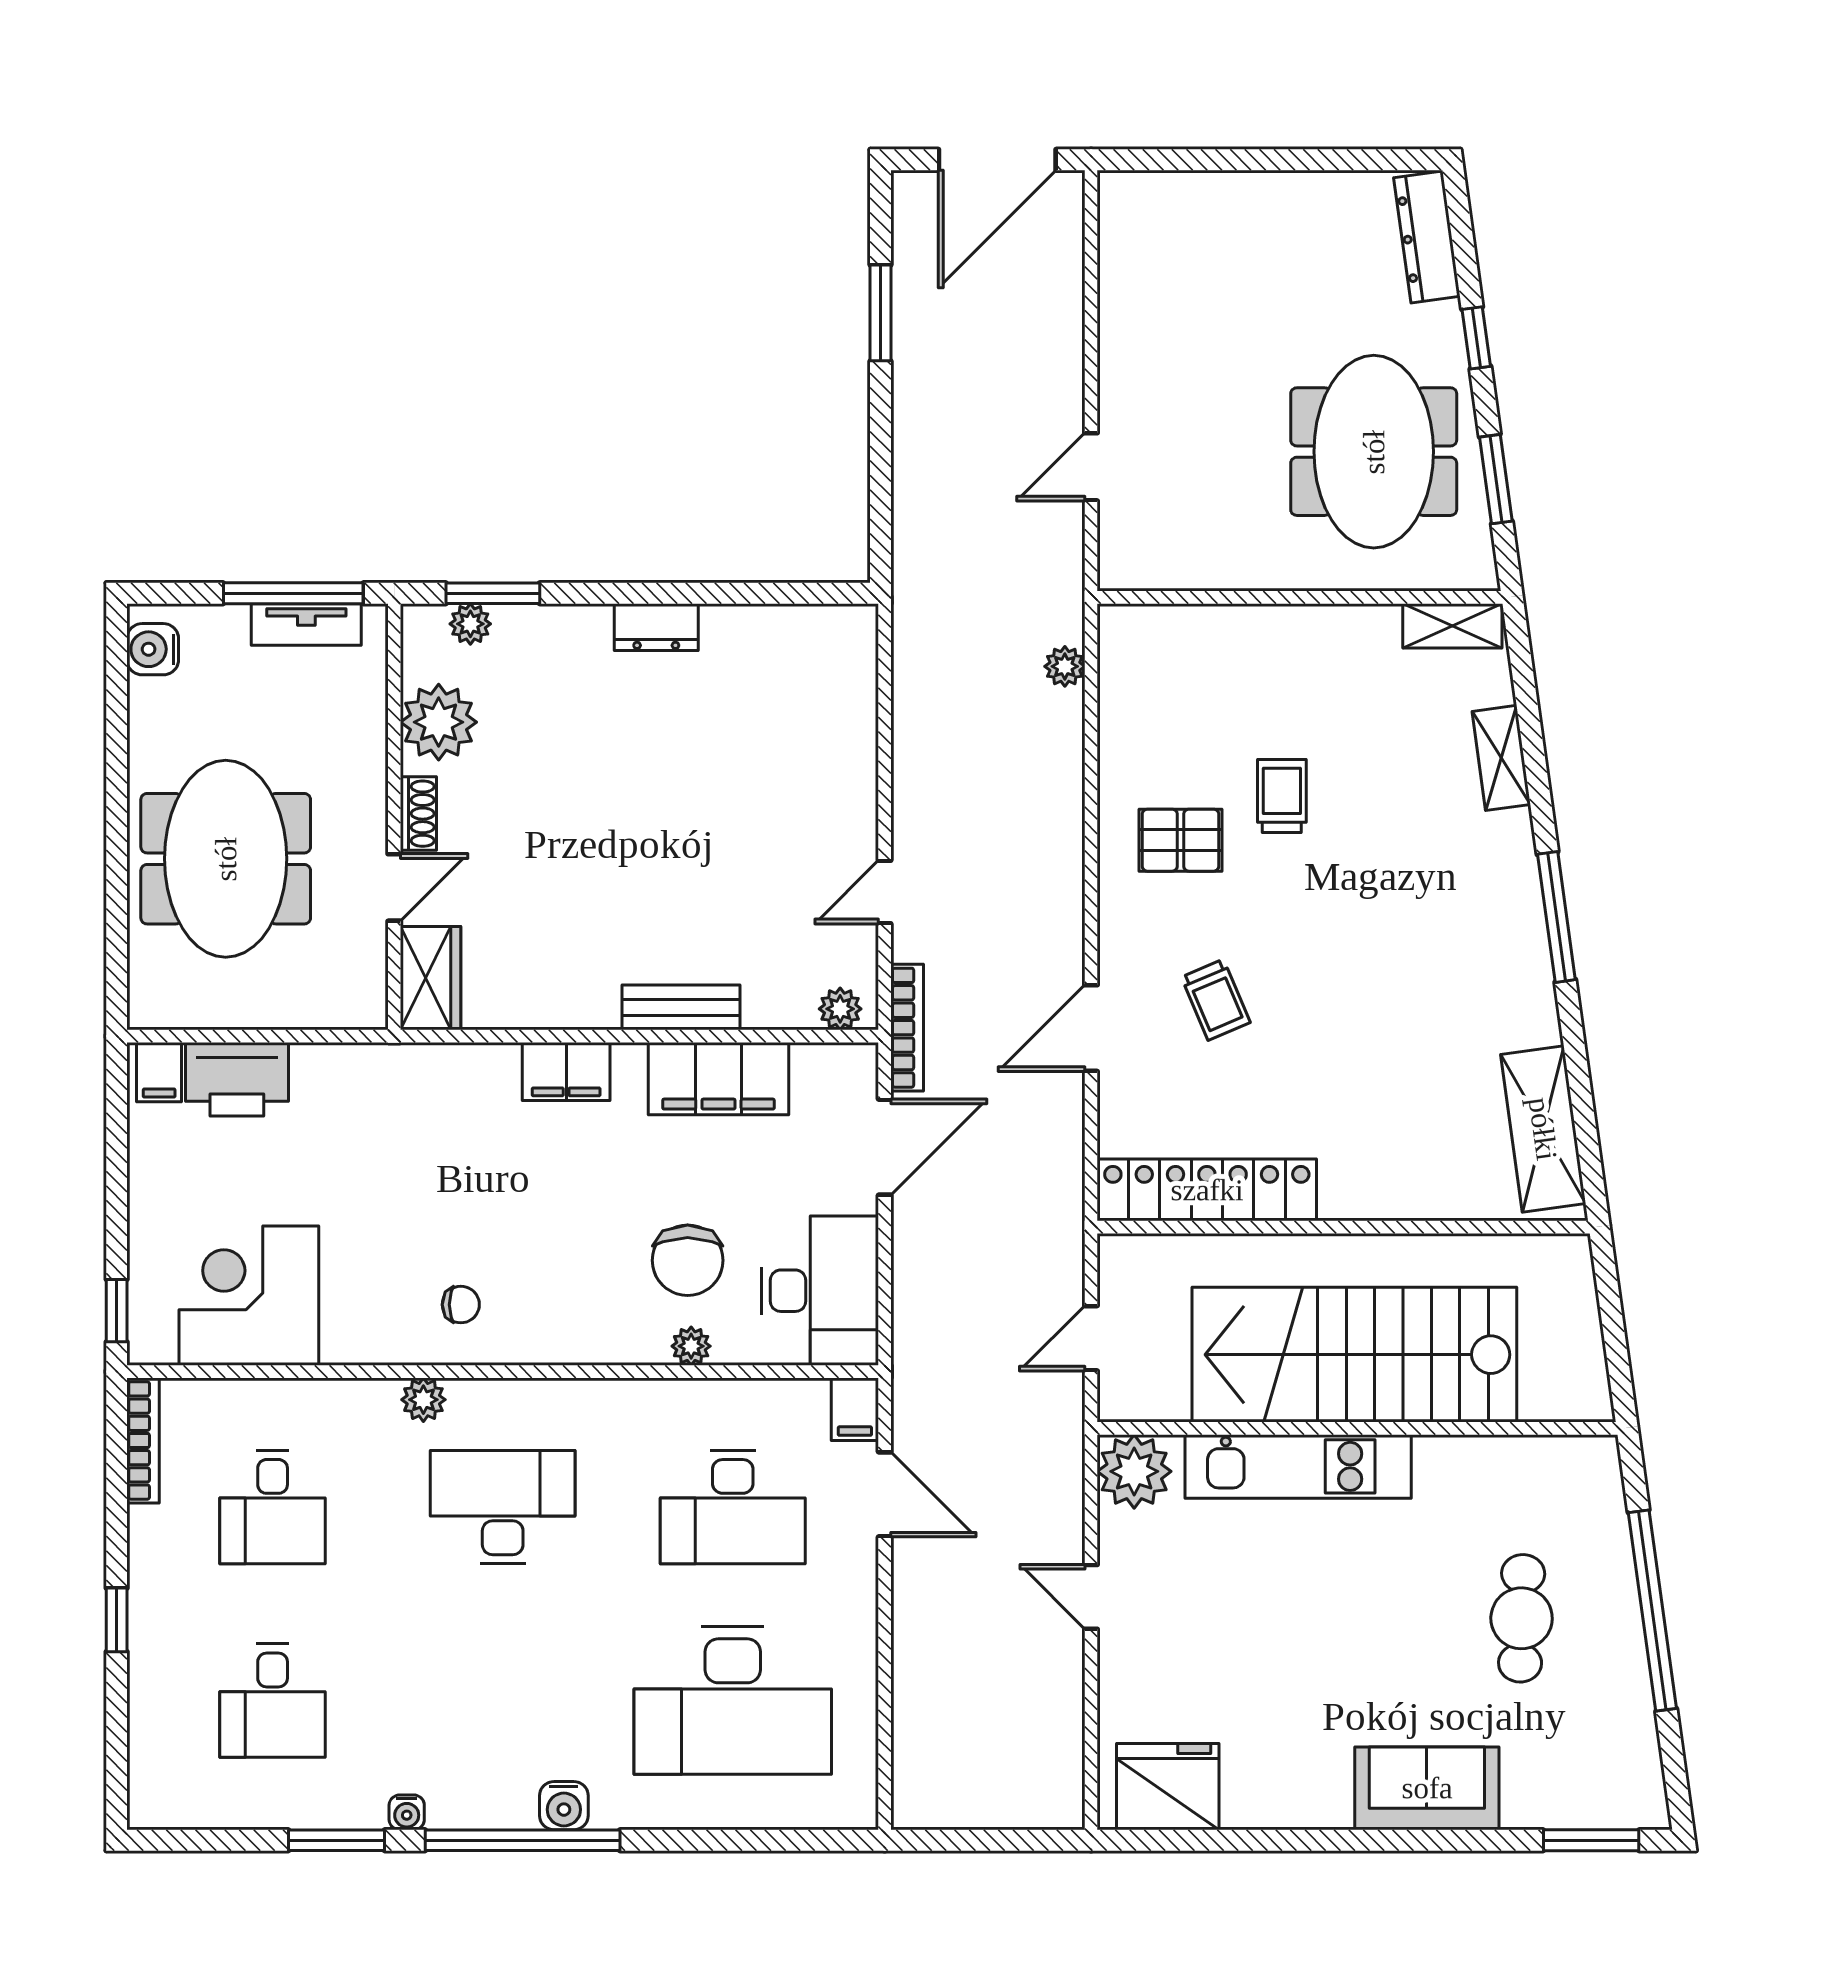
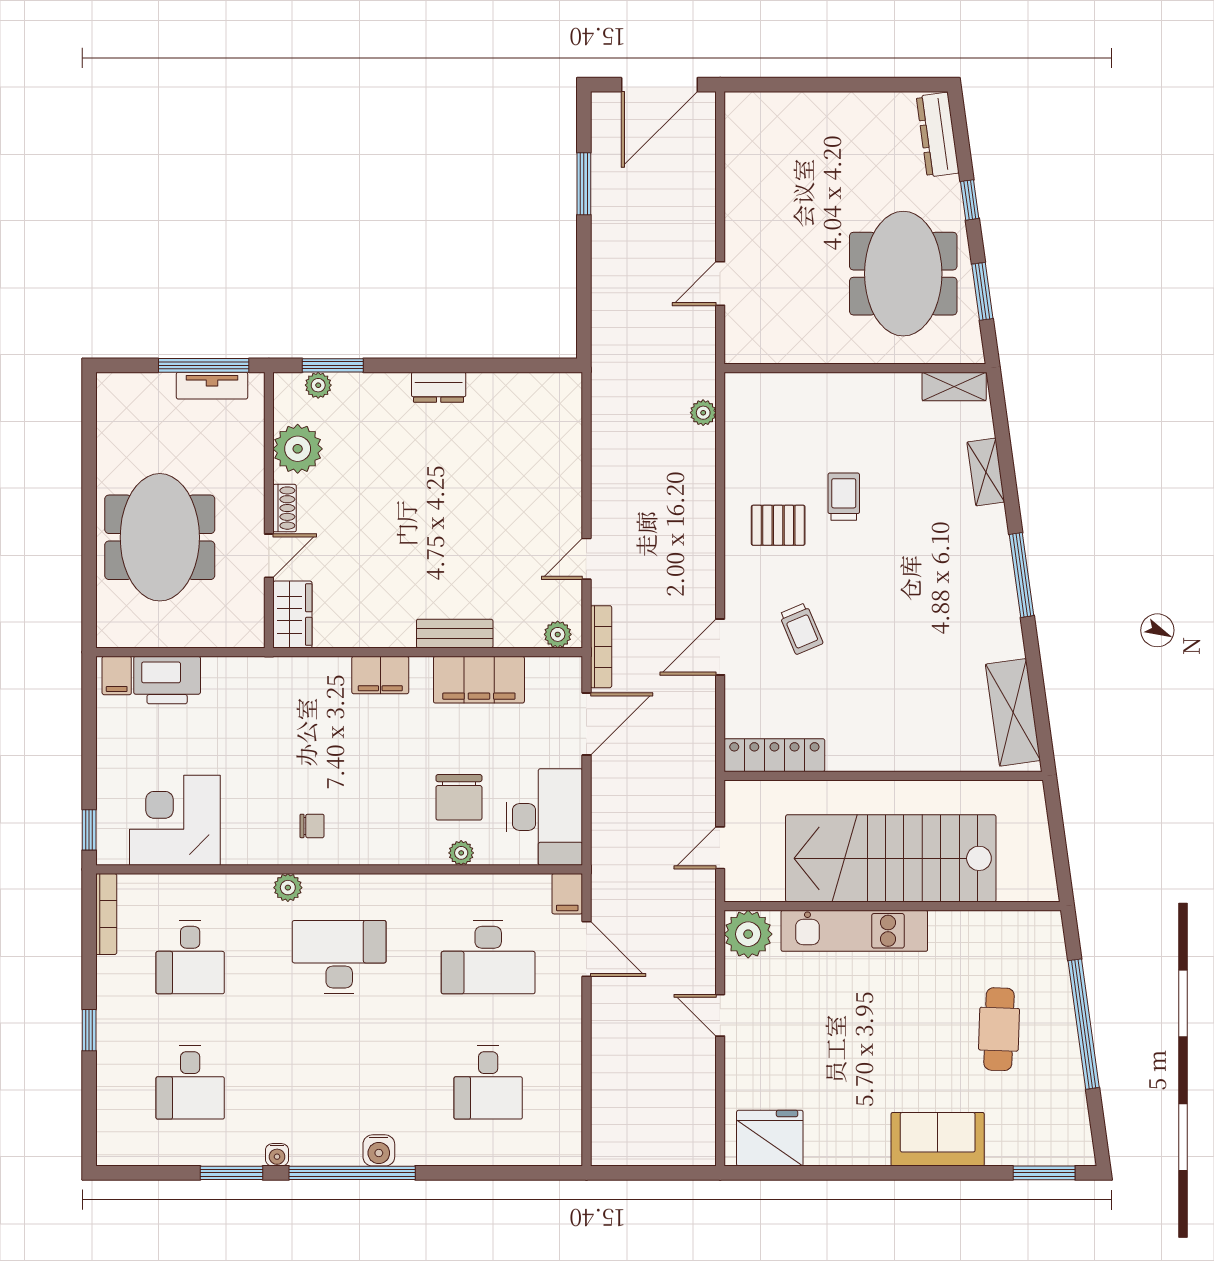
water cooler: (153, 649) -> (113, 402), removed
locker: (1207, 1190) -> (774, 755), width x0.71, depth x0.83
desk: (733, 1701) -> (488, 1082), width x0.53, depth x0.77

